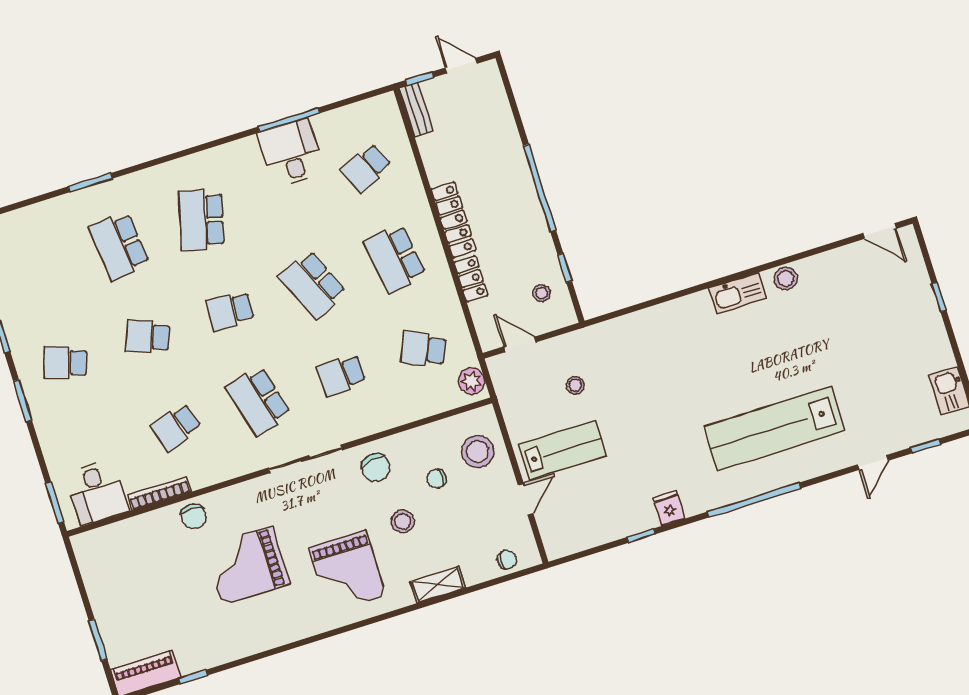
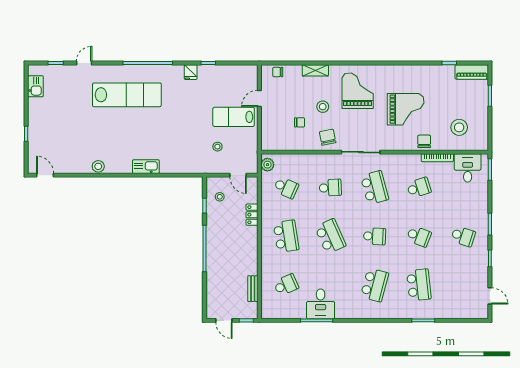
bench: (416, 110) -> (253, 289), moved
locker: (454, 220) -> (251, 246), removed
kitchen sink: (738, 293) -> (146, 167), moved
stool: (478, 452) -> (459, 127), moved

